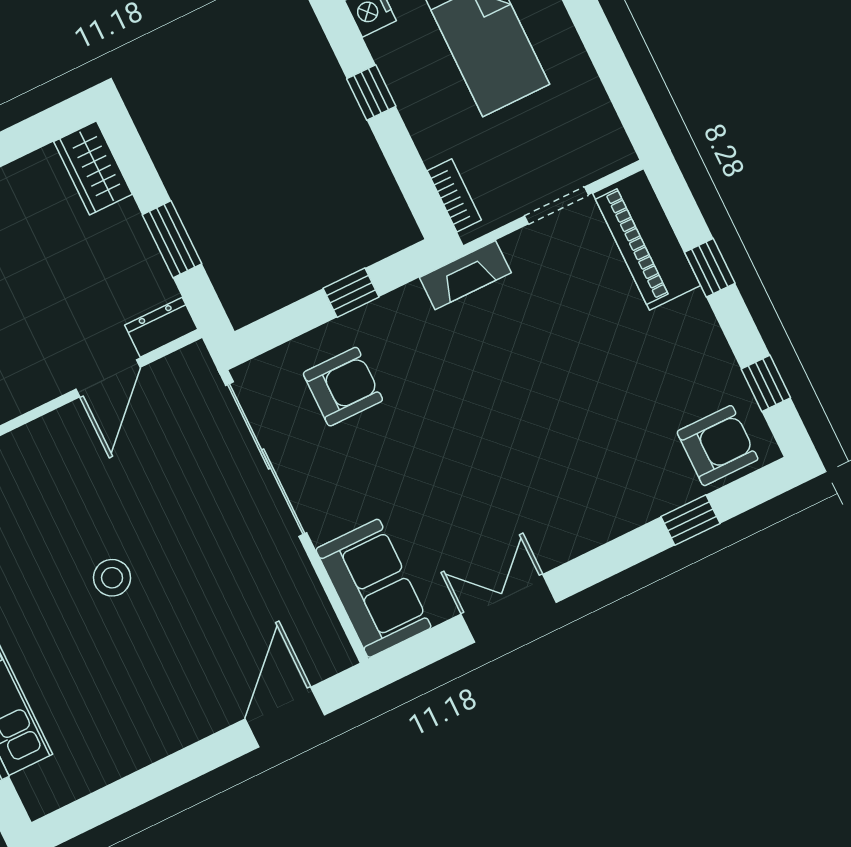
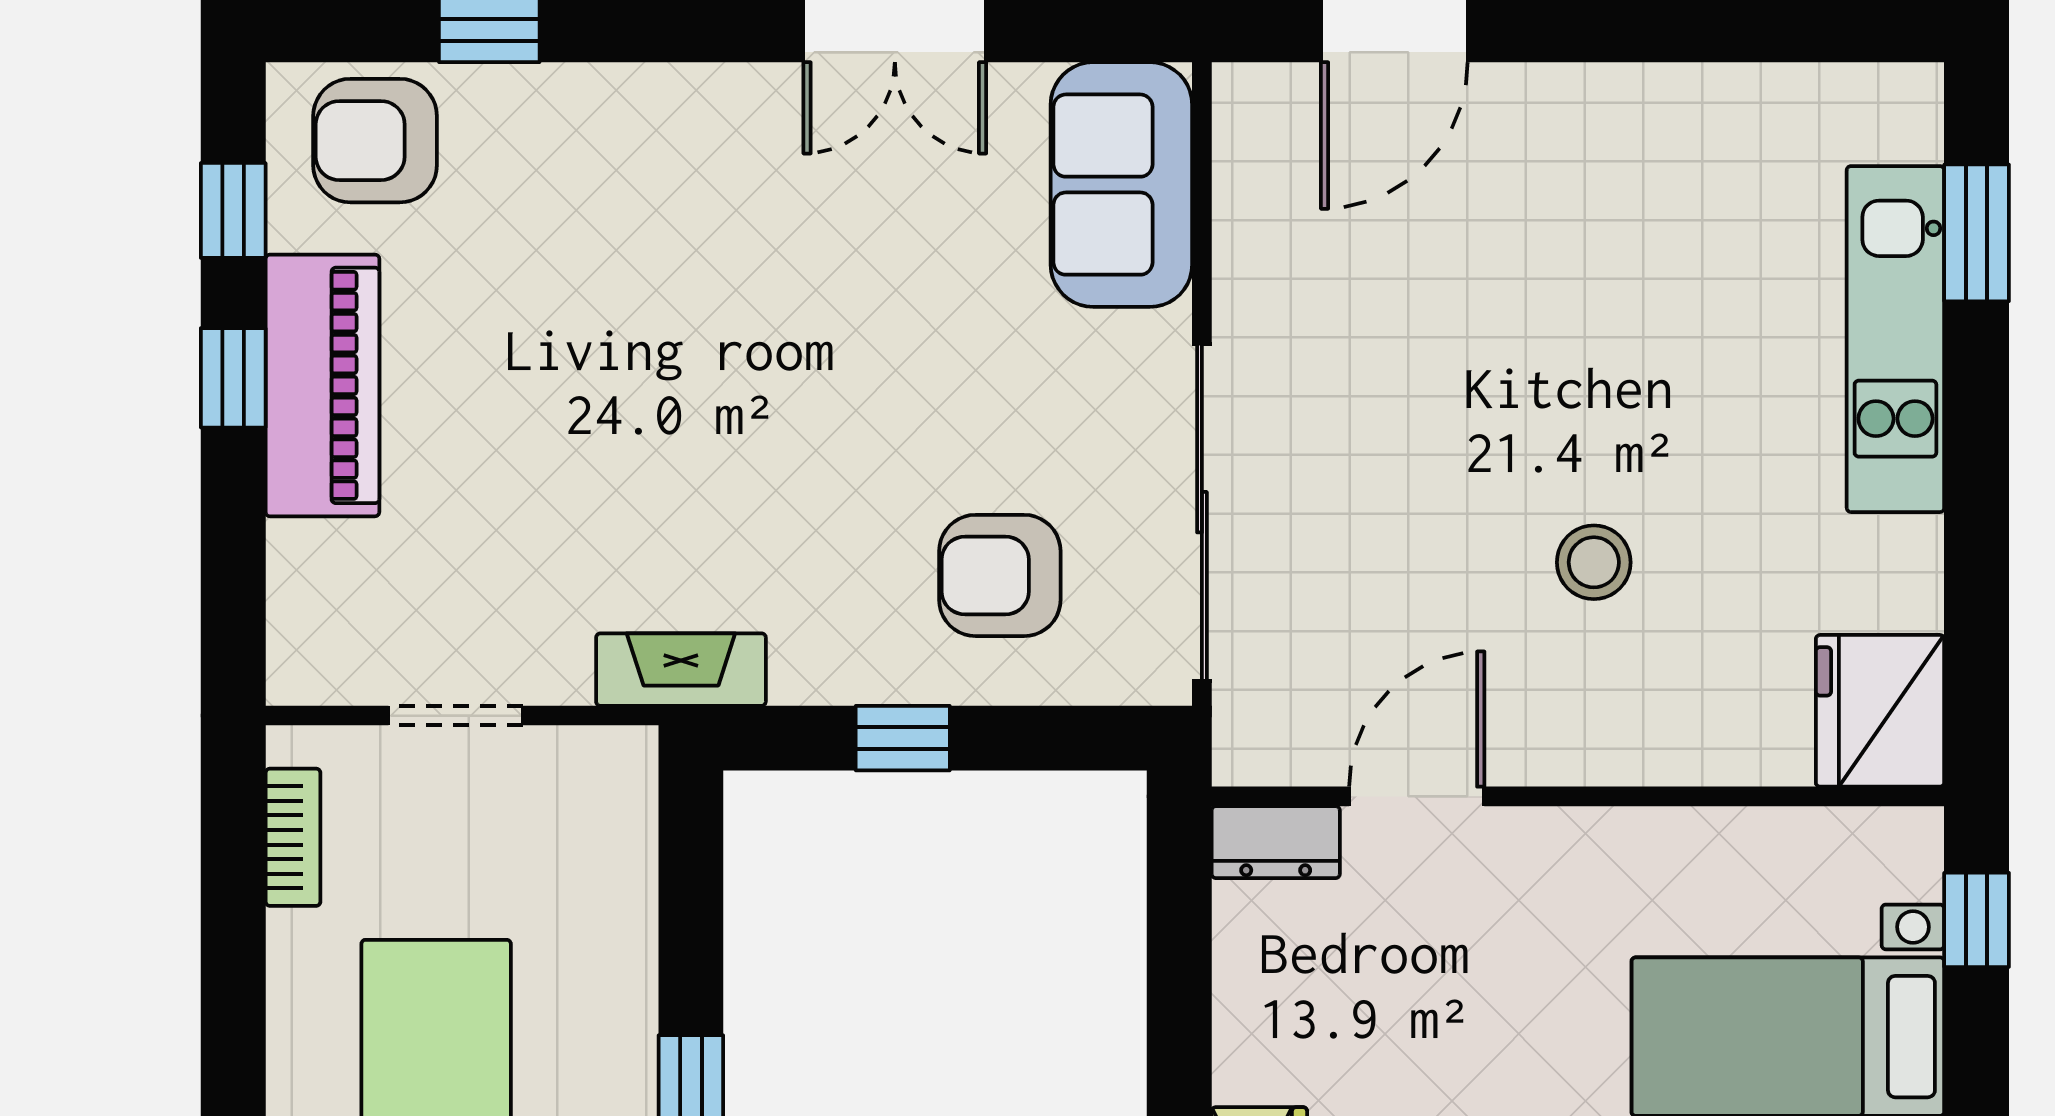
bookcase: (454, 195) -> (293, 837), moved, turned 180
window: (172, 239) -> (1179, 992), removed
piano: (647, 239) -> (322, 385), moved
window: (710, 268) -> (233, 378), moved
stool: (112, 578) -> (1594, 562), moved

